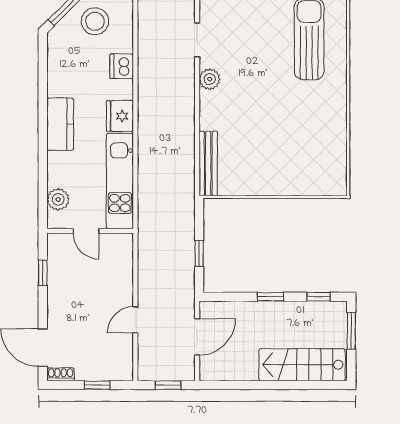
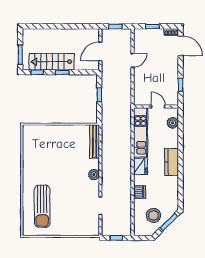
plant: (210, 79) -> (94, 175), moved
stairs: (302, 365) -> (52, 62), moved, turned 180

